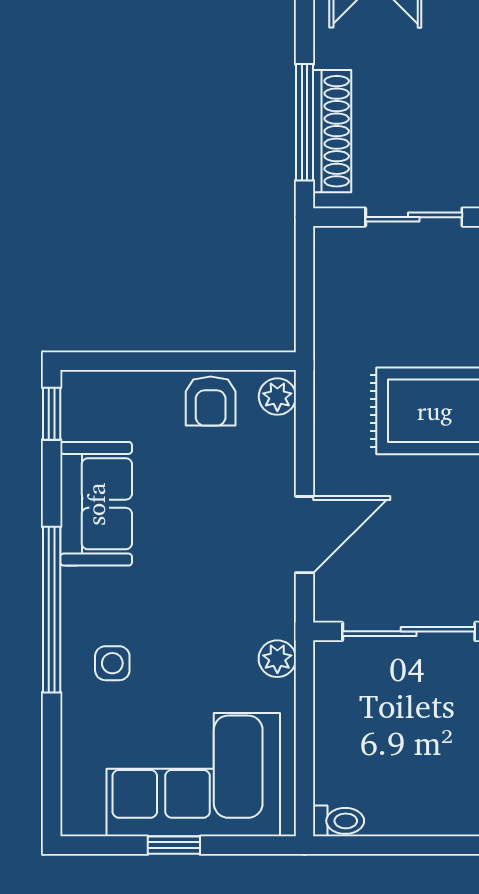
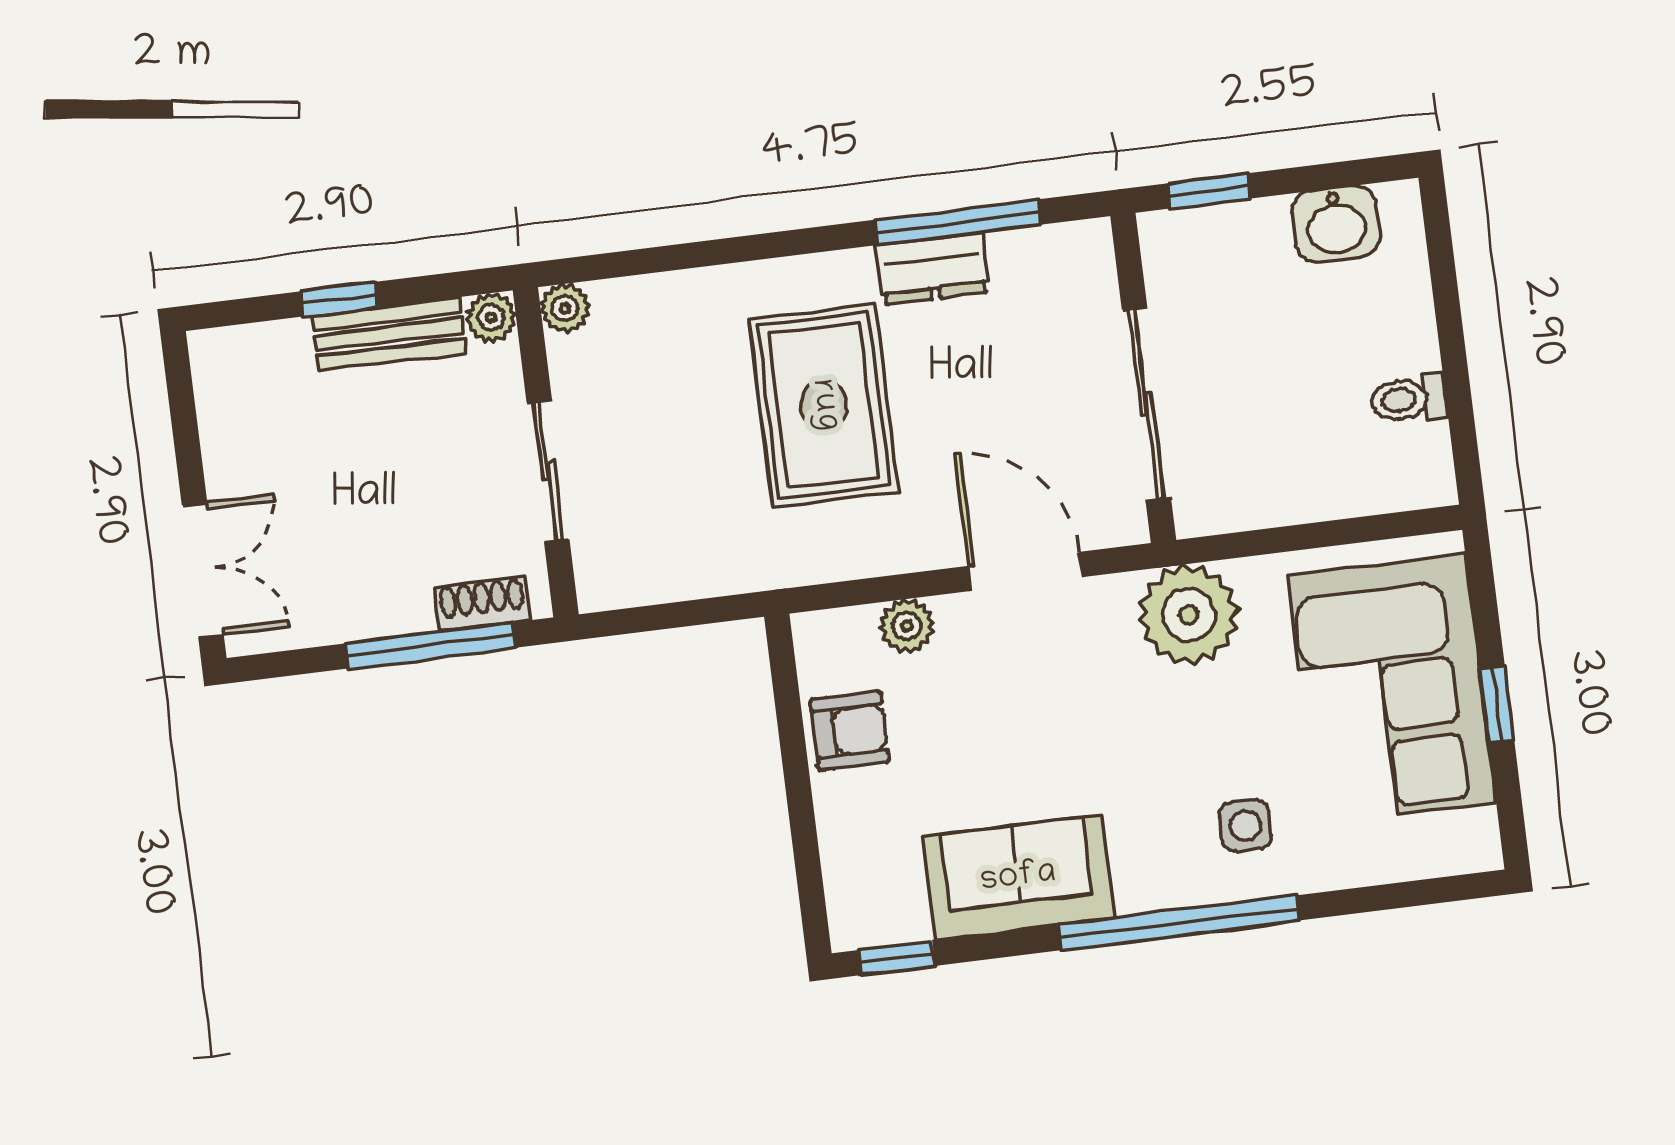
shoe rack: (332, 131) -> (482, 604), width x0.51, depth x0.81
plant: (277, 397) -> (907, 626), moved
plant: (277, 659) -> (1189, 615), width x1.88, depth x1.88
toilet: (339, 821) -> (1409, 399), moved, turned -90

